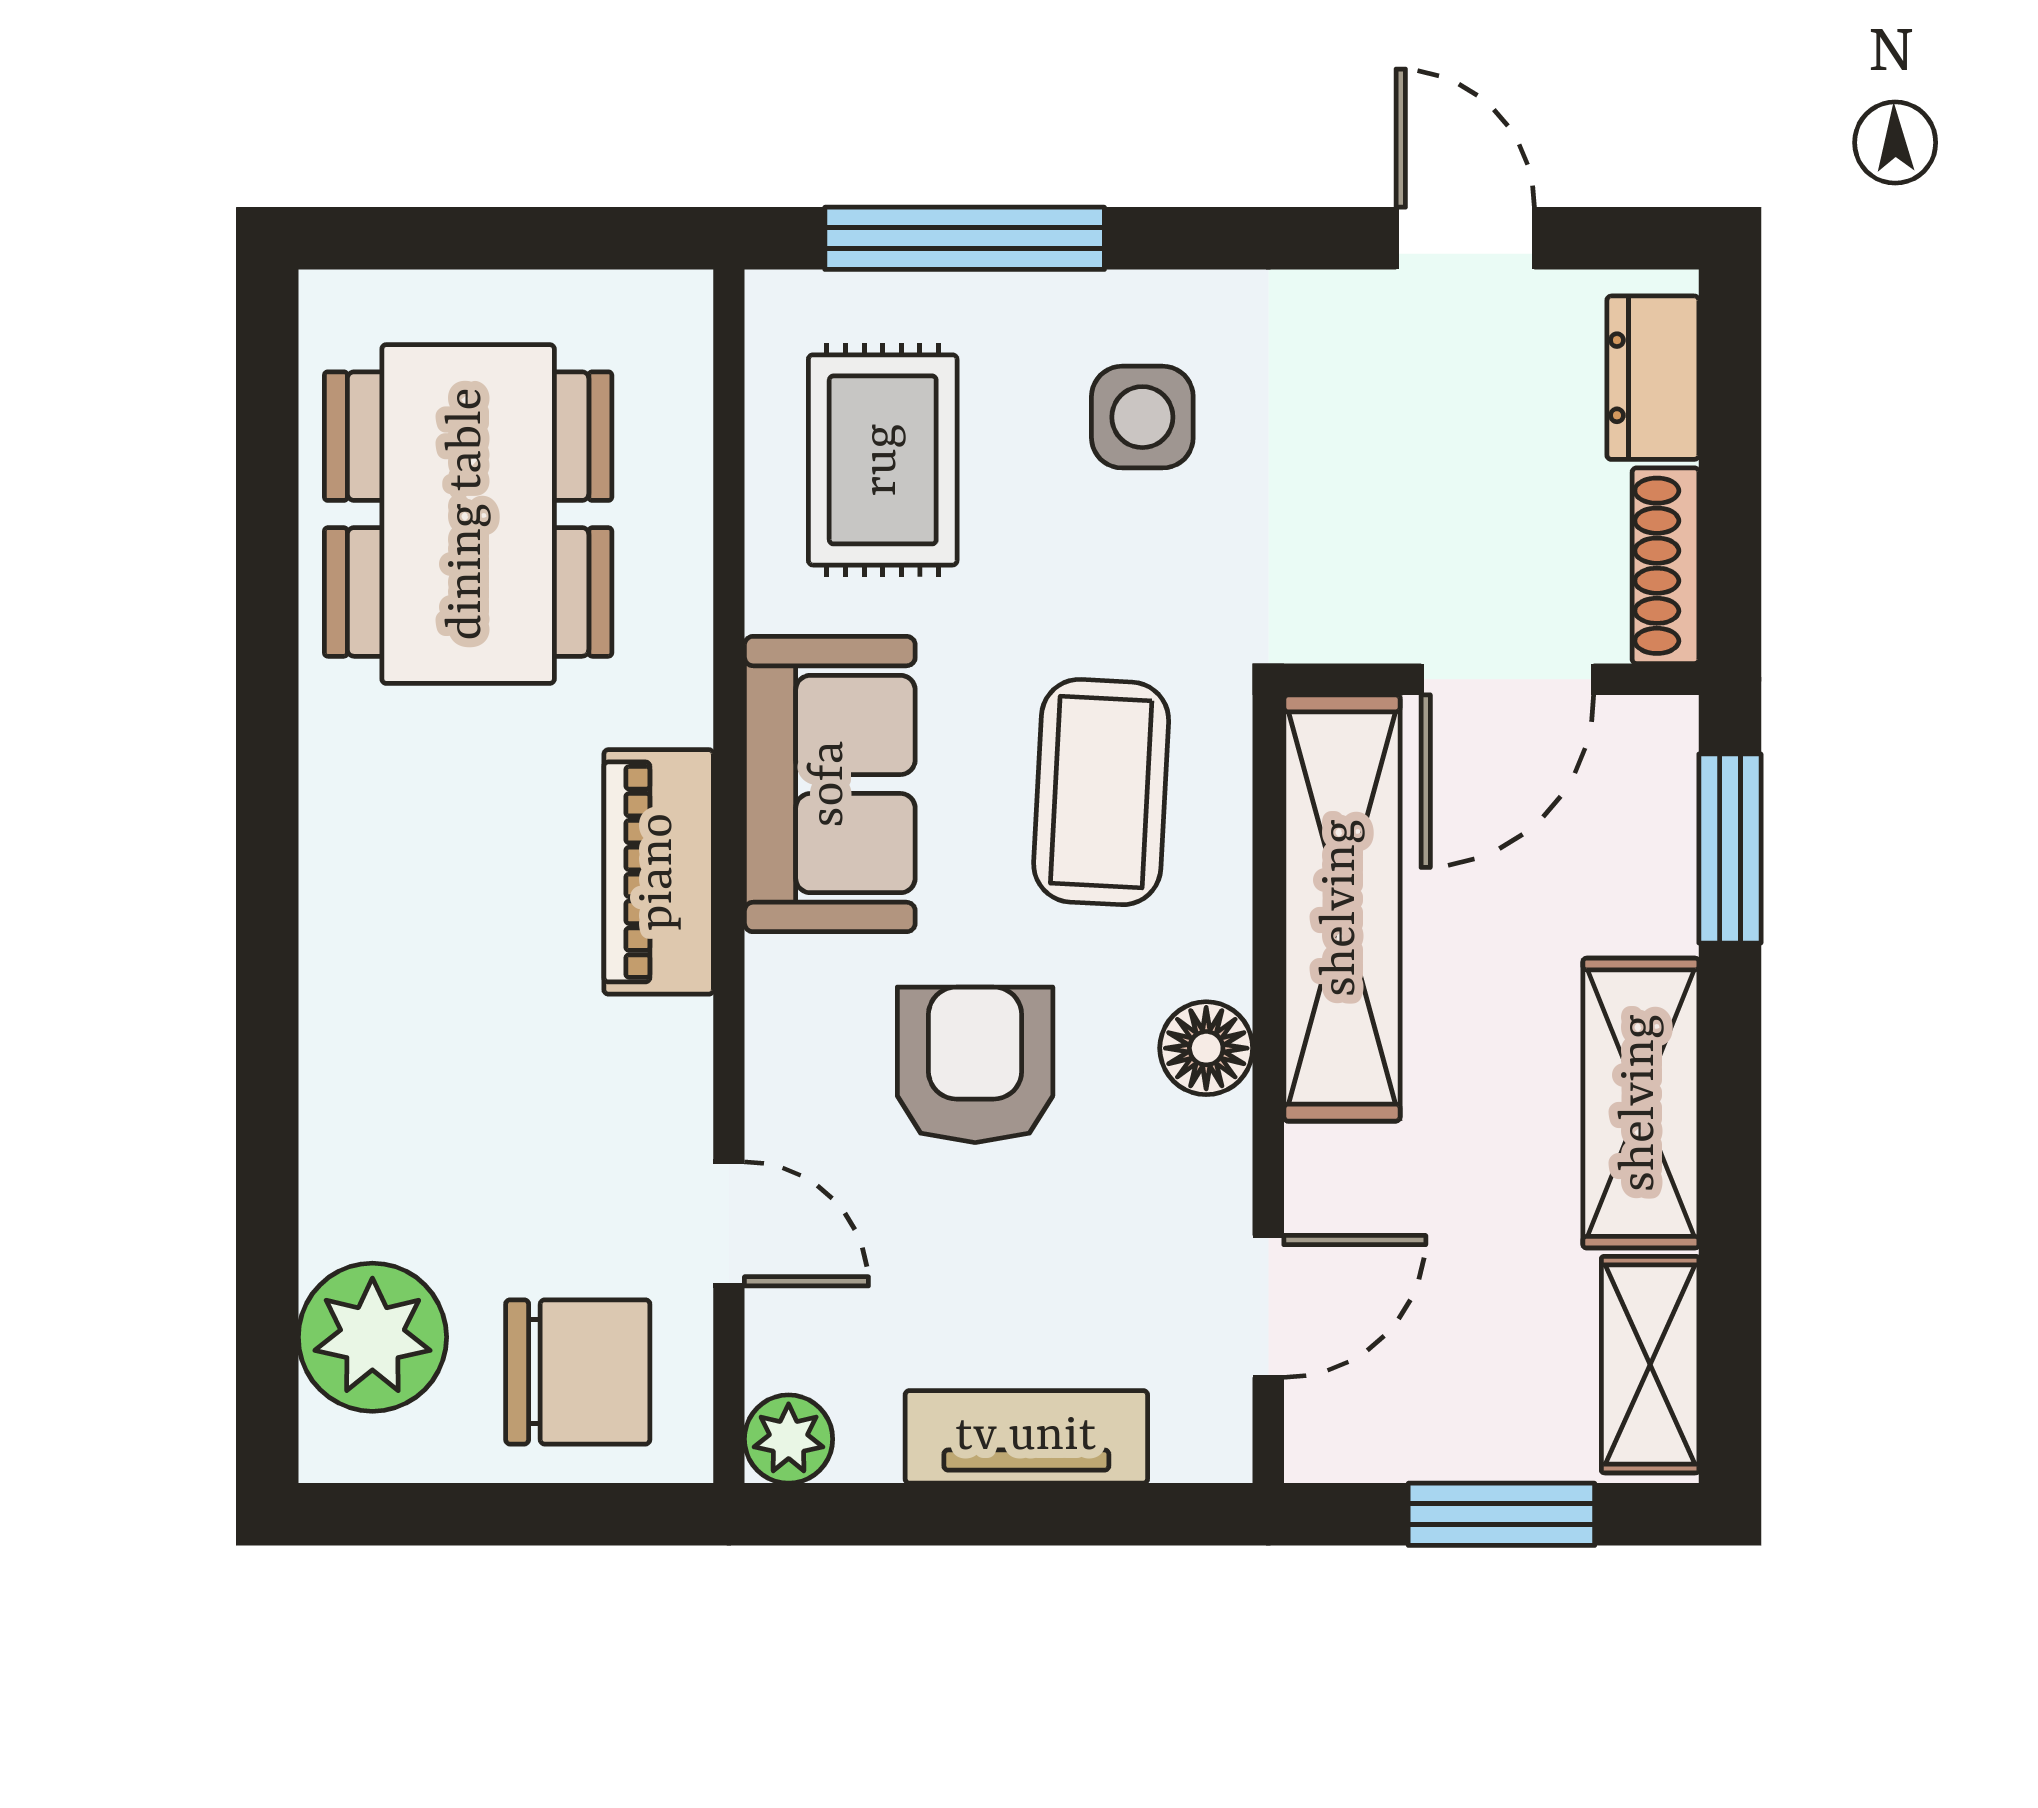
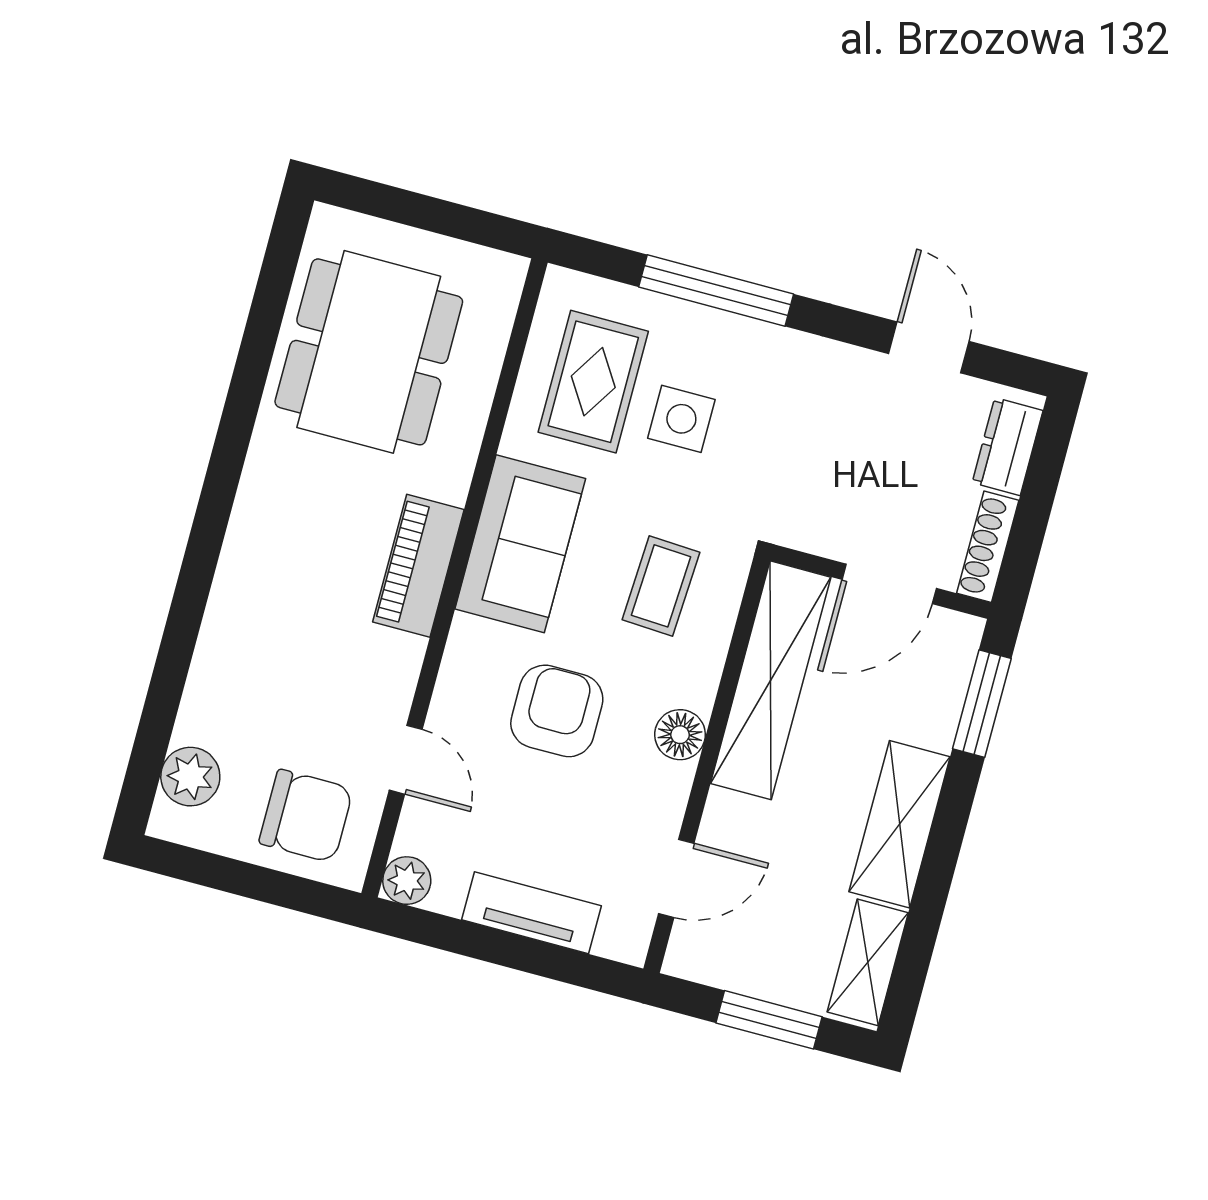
window: (965, 238) -> (716, 290), moved
side table: (1142, 417) -> (681, 419), moved
coffee table: (1101, 792) -> (661, 586), width x0.73, depth x0.77
plant: (372, 1337) -> (190, 777), width x0.73, depth x0.73

